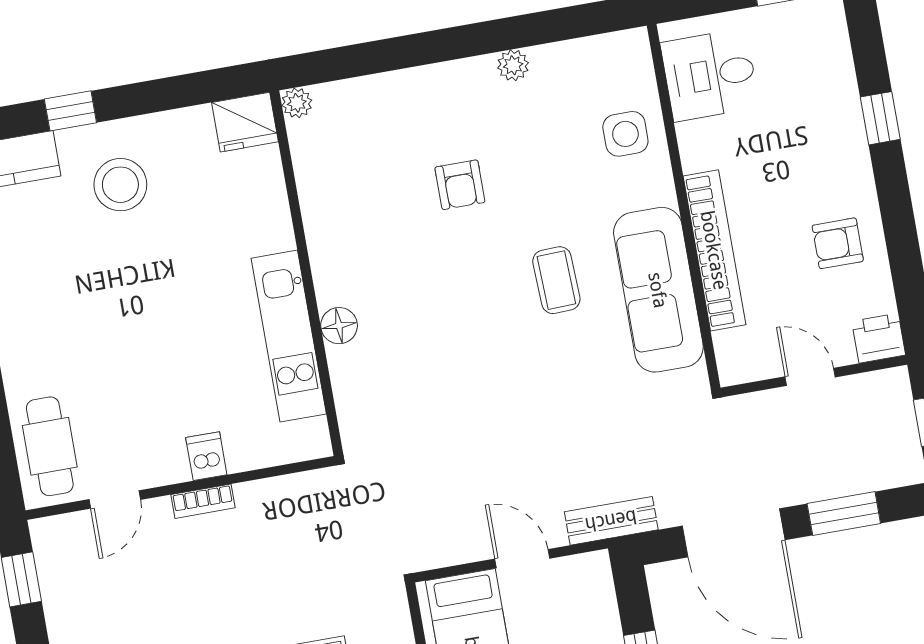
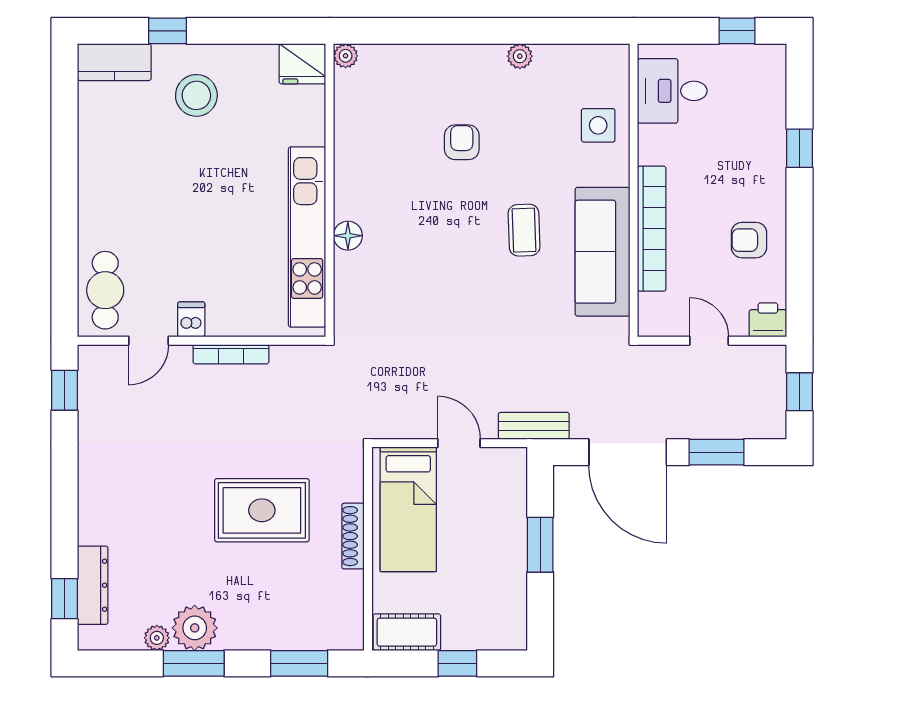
armchair: (460, 185) -> (462, 142), turned 180
kitchen unit: (289, 336) -> (307, 237), width x1.36
dishwasher: (206, 456) -> (191, 319), moved
bookcase: (203, 501) -> (231, 354), width x1.56

